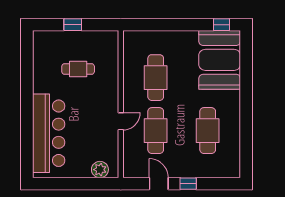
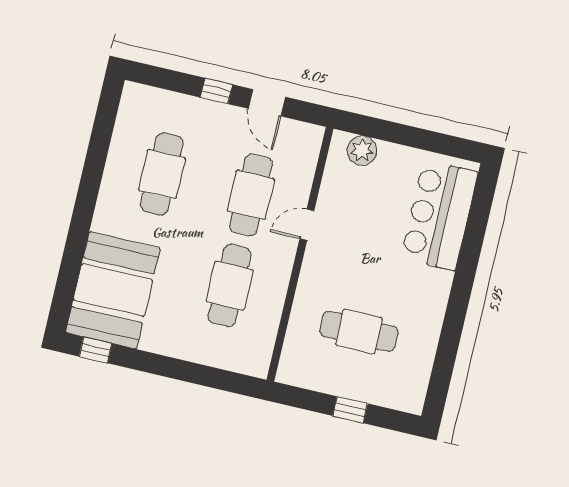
cafe table: (78, 69) -> (359, 331), width x1.37, depth x1.35
bar counter: (49, 133) -> (439, 215), width x0.73

